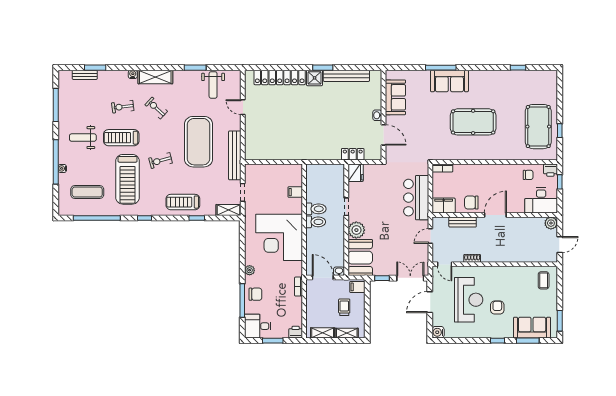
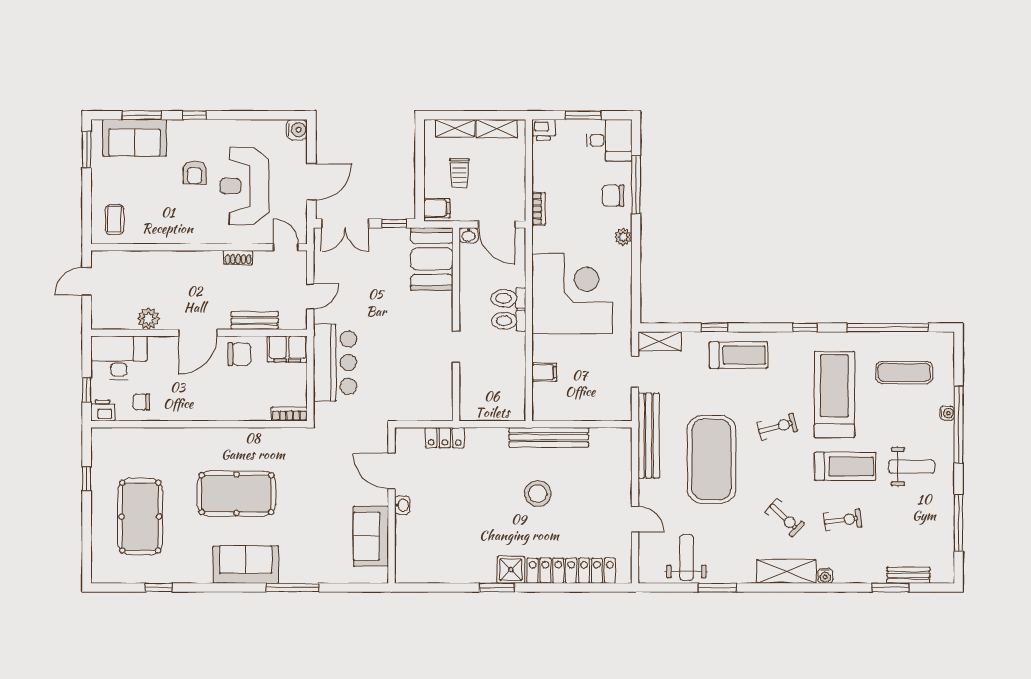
bench: (346, 76) -> (549, 437), moved
sofa: (449, 81) -> (246, 565), moved
stool: (299, 122) -> (538, 494), added
pool table: (538, 127) -> (140, 517), moved
fridge: (356, 173) -> (440, 406), removed
toilet: (316, 209) -> (508, 298), moved
plant: (551, 223) -> (148, 319), moved
plant: (356, 230) -> (438, 307), removed

